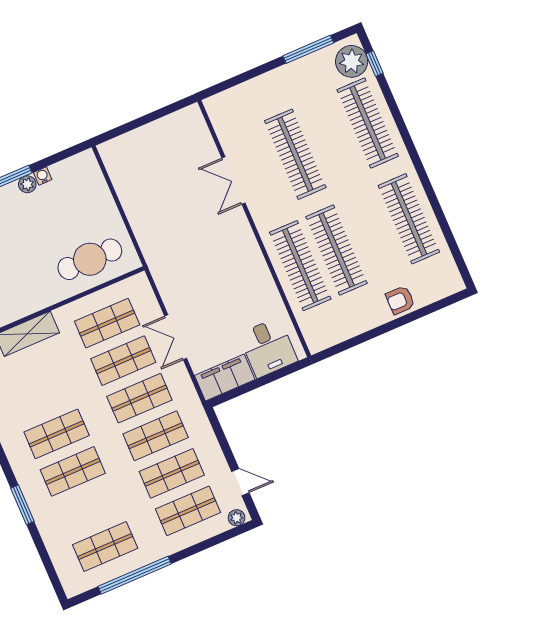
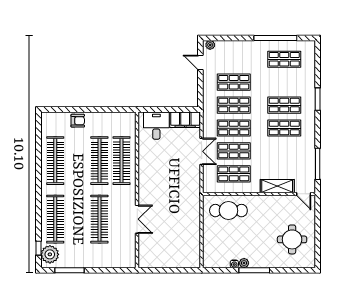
shop shelf: (188, 511) -> (234, 59), removed

